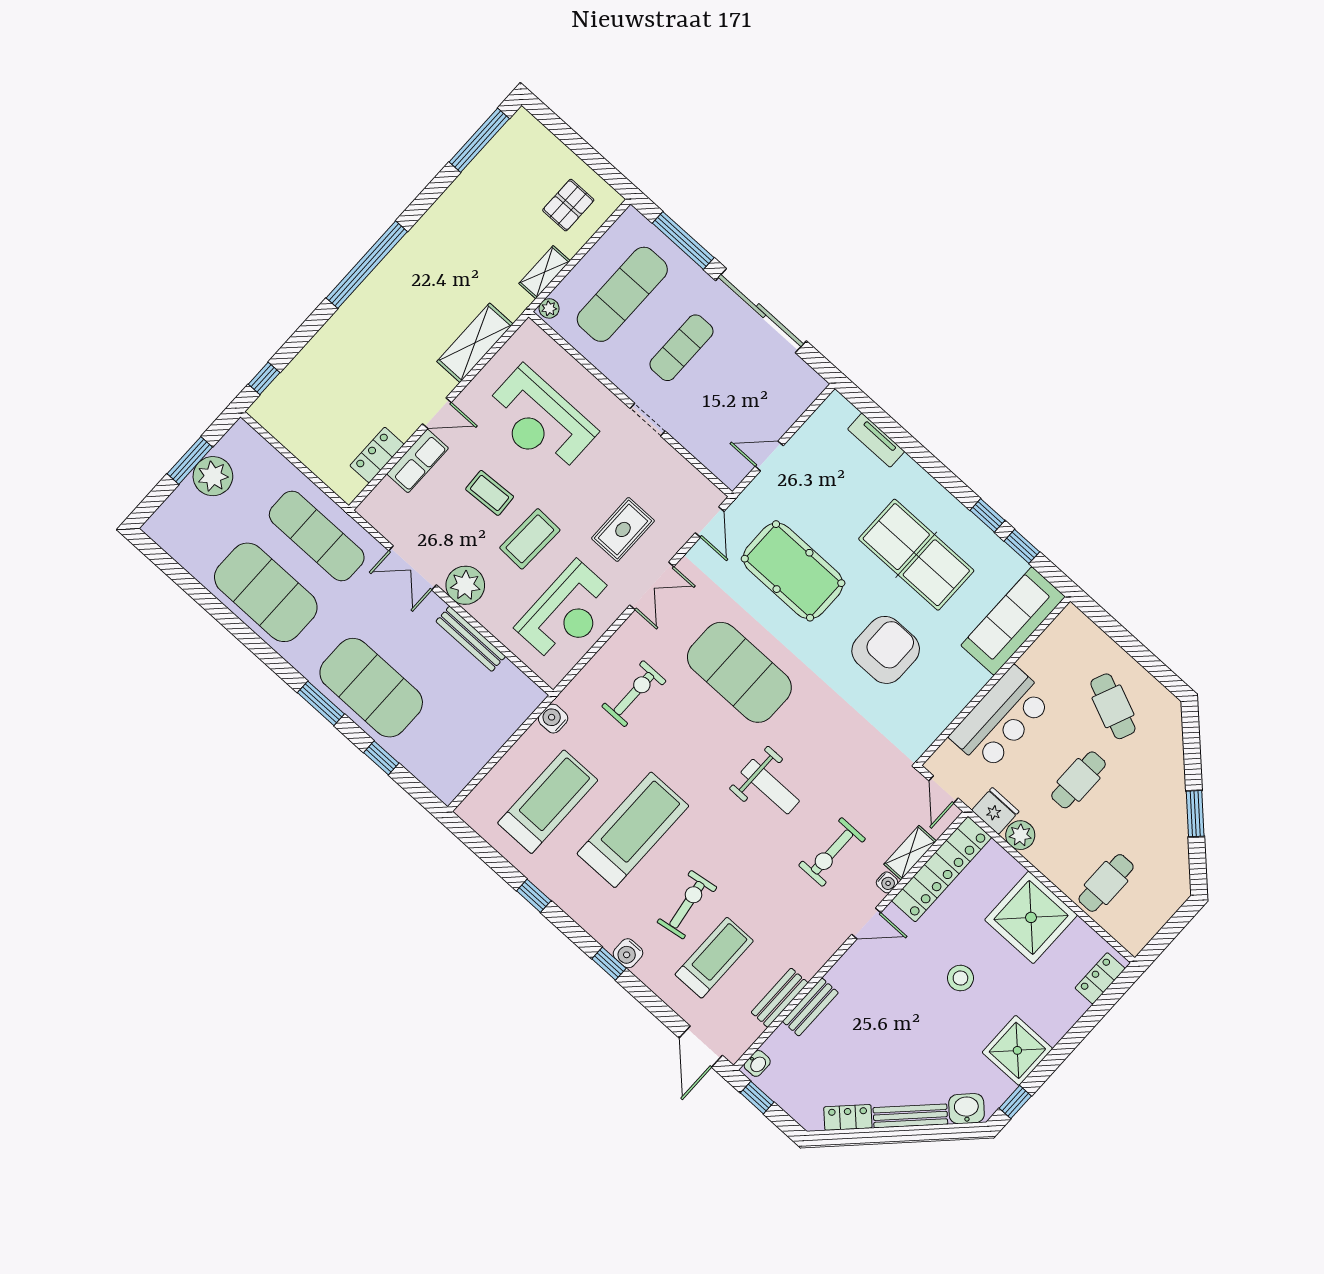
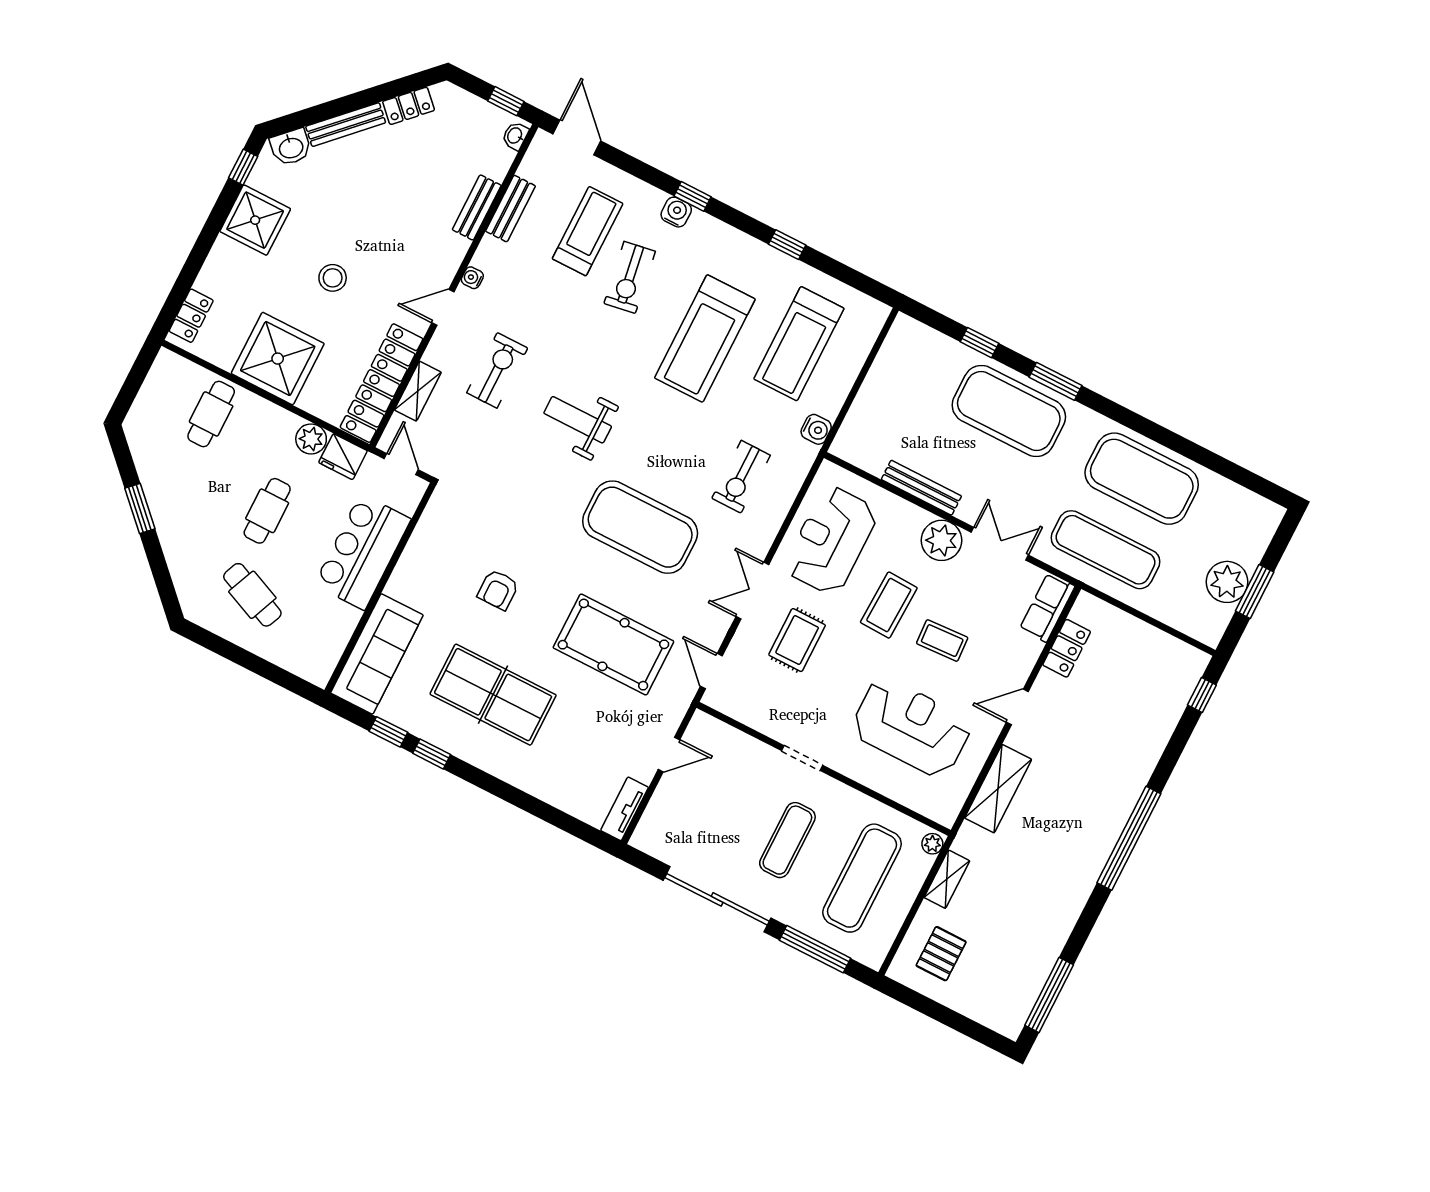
tv unit: (876, 440) -> (625, 809), moved, turned -90
row of seats: (418, 461) -> (1047, 607), moved
armchair: (886, 650) -> (498, 590), width x0.53, depth x0.53
water cooler: (887, 882) -> (472, 278), moved
treadmill: (714, 958) -> (588, 231), turned 180

